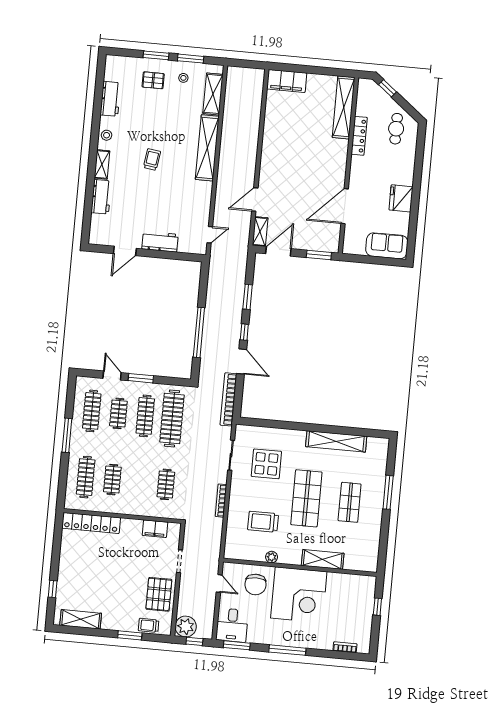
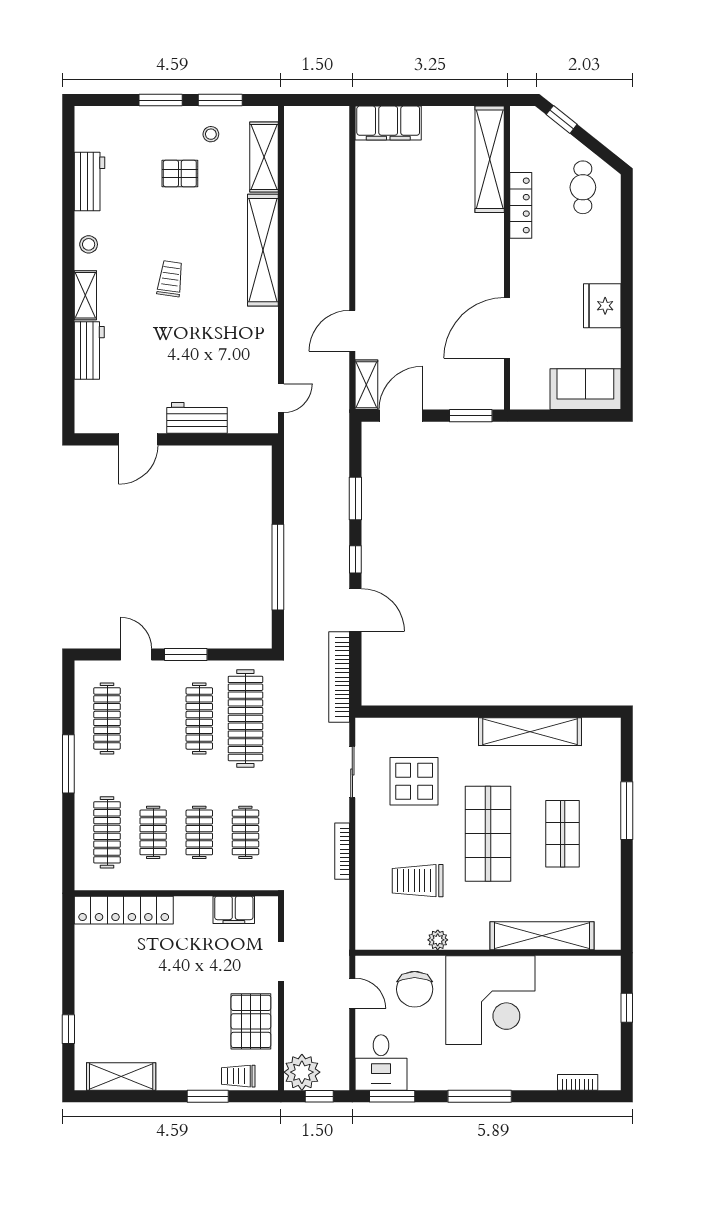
pallet: (153, 80) -> (180, 173), moved
clothes rail: (118, 413) -> (199, 832), moved
shelving: (323, 559) -> (542, 936), width x1.47

